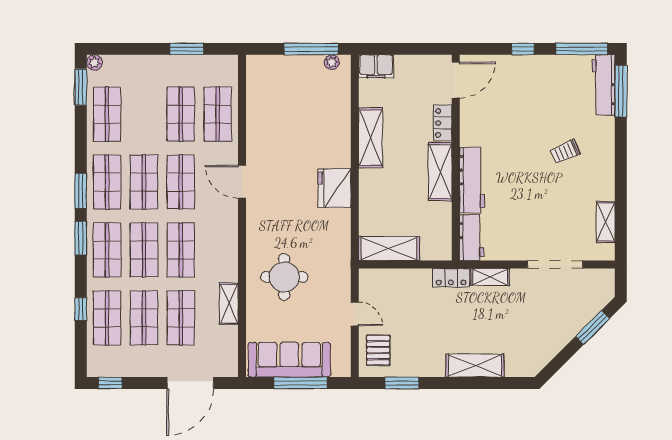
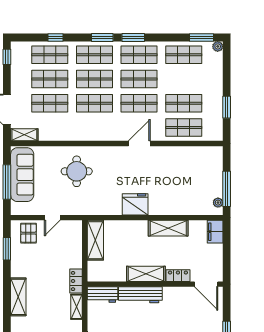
shelving: (229, 304) -> (24, 135), moved
pallet: (378, 350) -> (28, 233), turned 90

